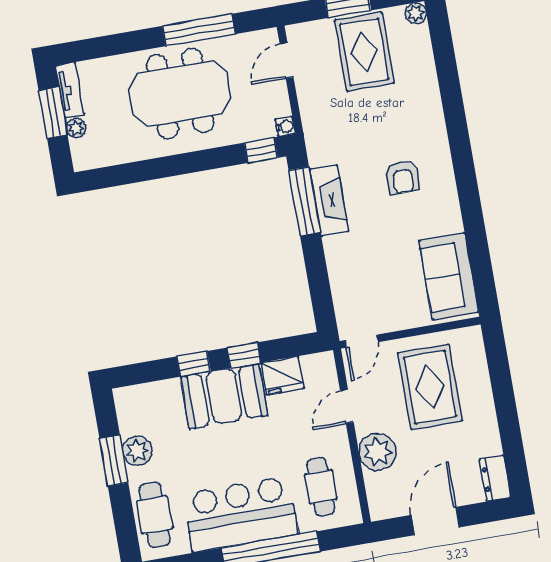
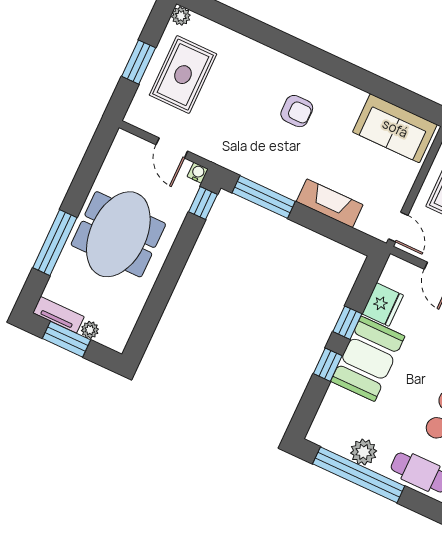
window: (199, 30) -> (55, 243), moved
rug: (364, 52) -> (183, 75), turned 90
door: (287, 61) -> (172, 148), moved
fireplace: (329, 201) -> (330, 203), moved
window: (114, 461) -> (359, 475), width x2.11

